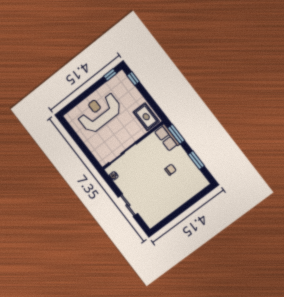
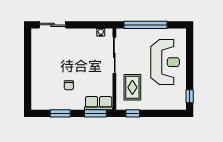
window: (133, 79) -> (133, 113), moved
rug: (146, 117) -> (132, 87), moved, turned 90
window: (83, 148) -> (145, 25), added
sliding door: (128, 205) -> (52, 25), moved

